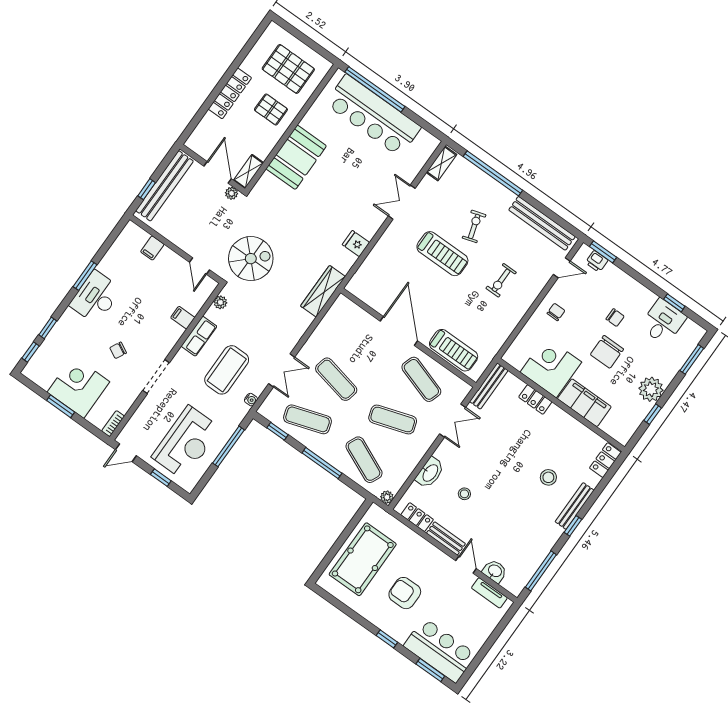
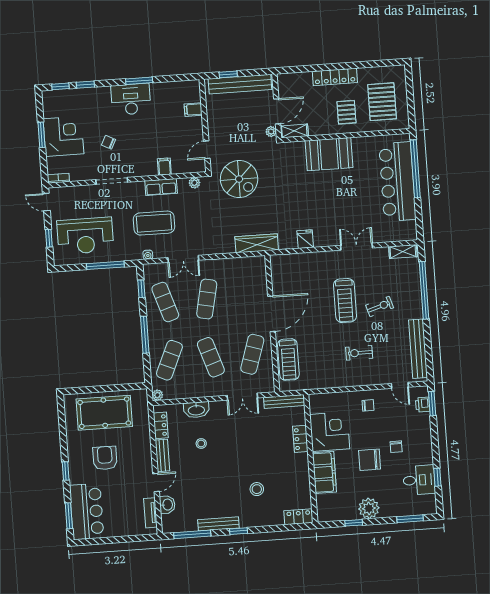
bench: (575, 506) -> (218, 524), moved

